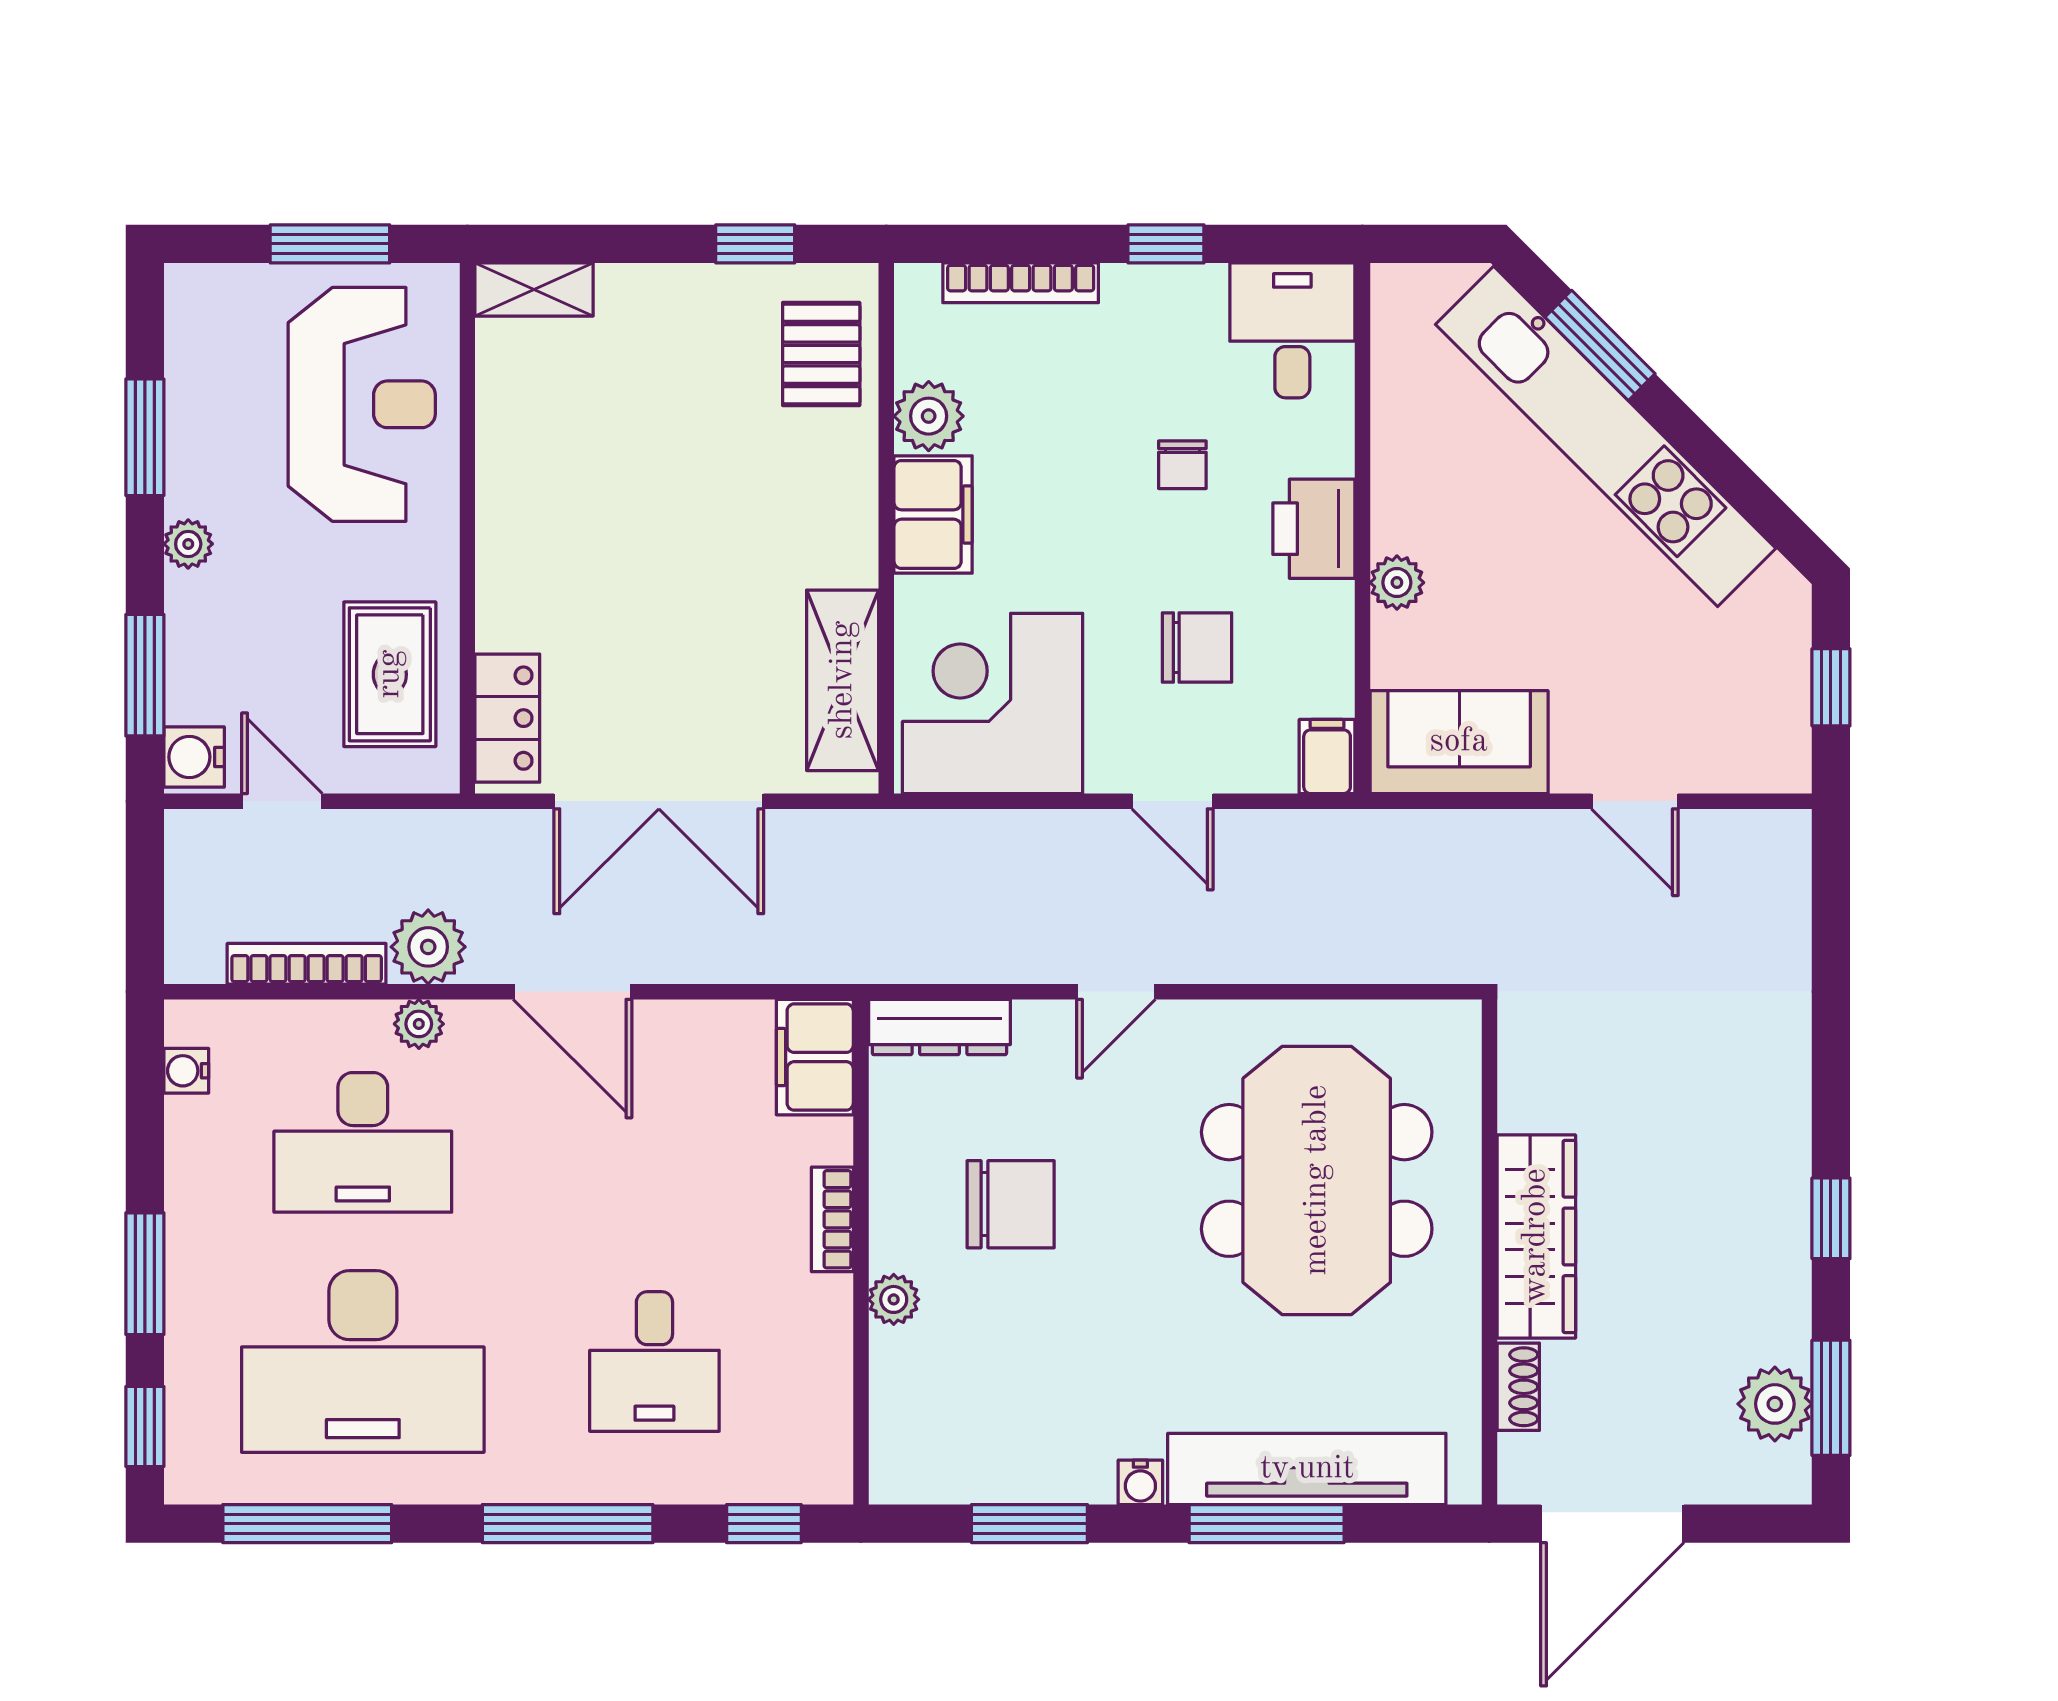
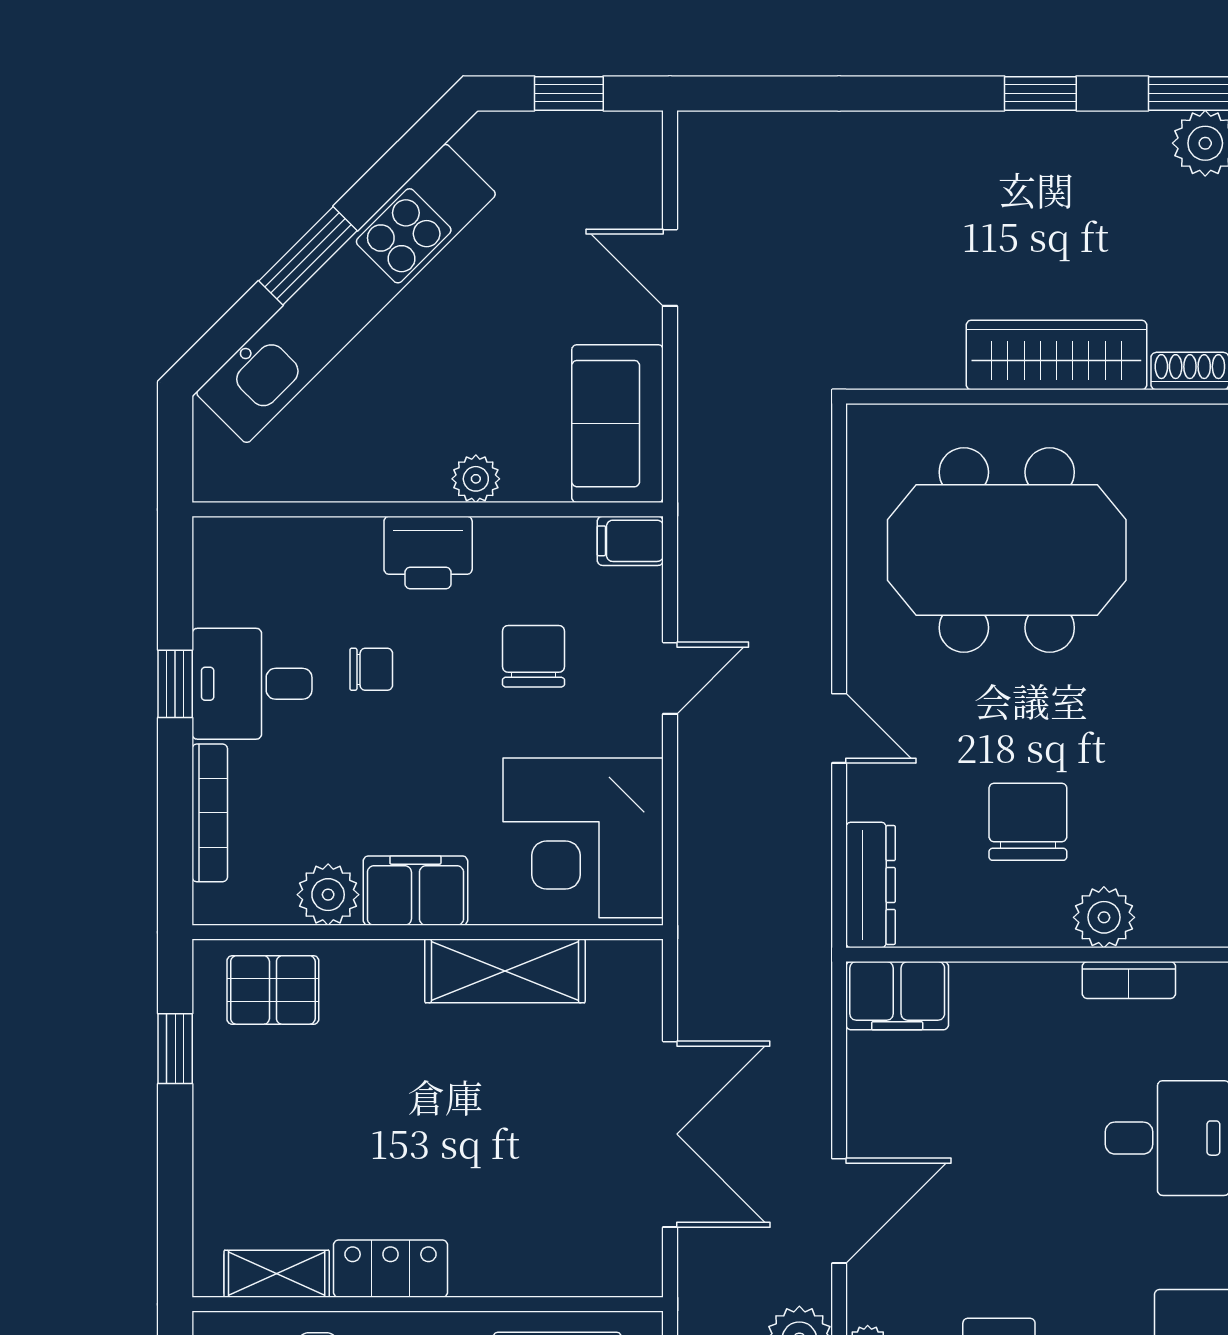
shelving: (534, 289) -> (277, 1274), moved, turned 90
desk: (1292, 330) -> (252, 684), moved
window: (1600, 345) -> (308, 256), moved
shelving: (843, 680) -> (505, 971), moved
locker: (507, 718) -> (391, 1269), moved
door: (1635, 801) -> (670, 268), swing flipped
bookcase: (832, 1219) -> (1129, 980), moved
plant: (894, 1299) -> (1104, 917), width x1.38, depth x1.38

